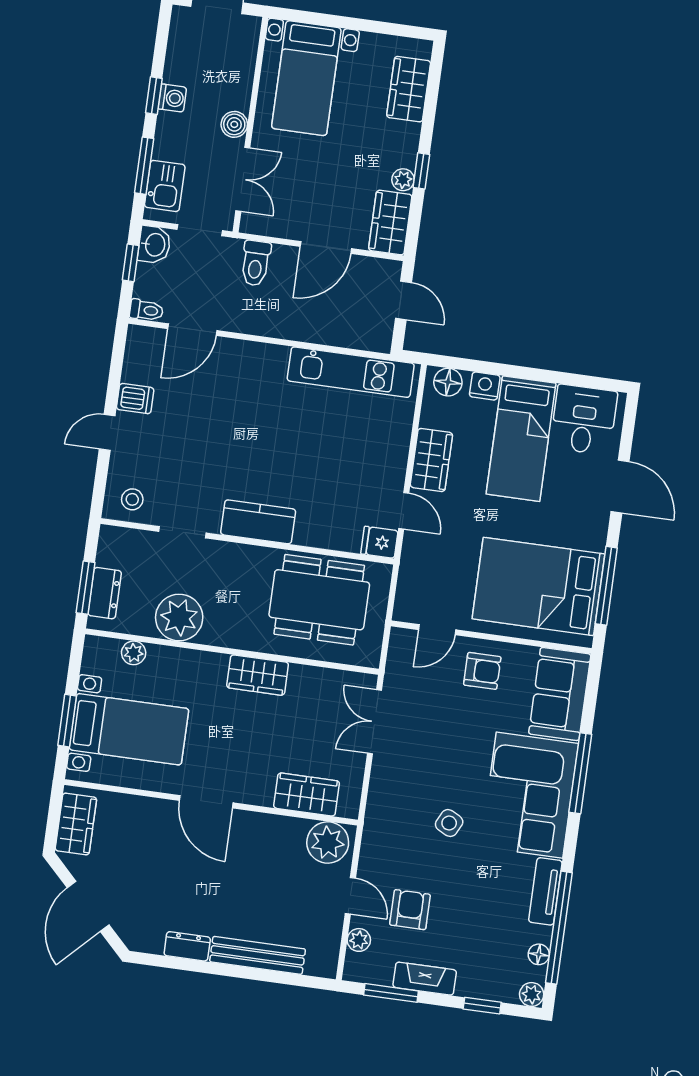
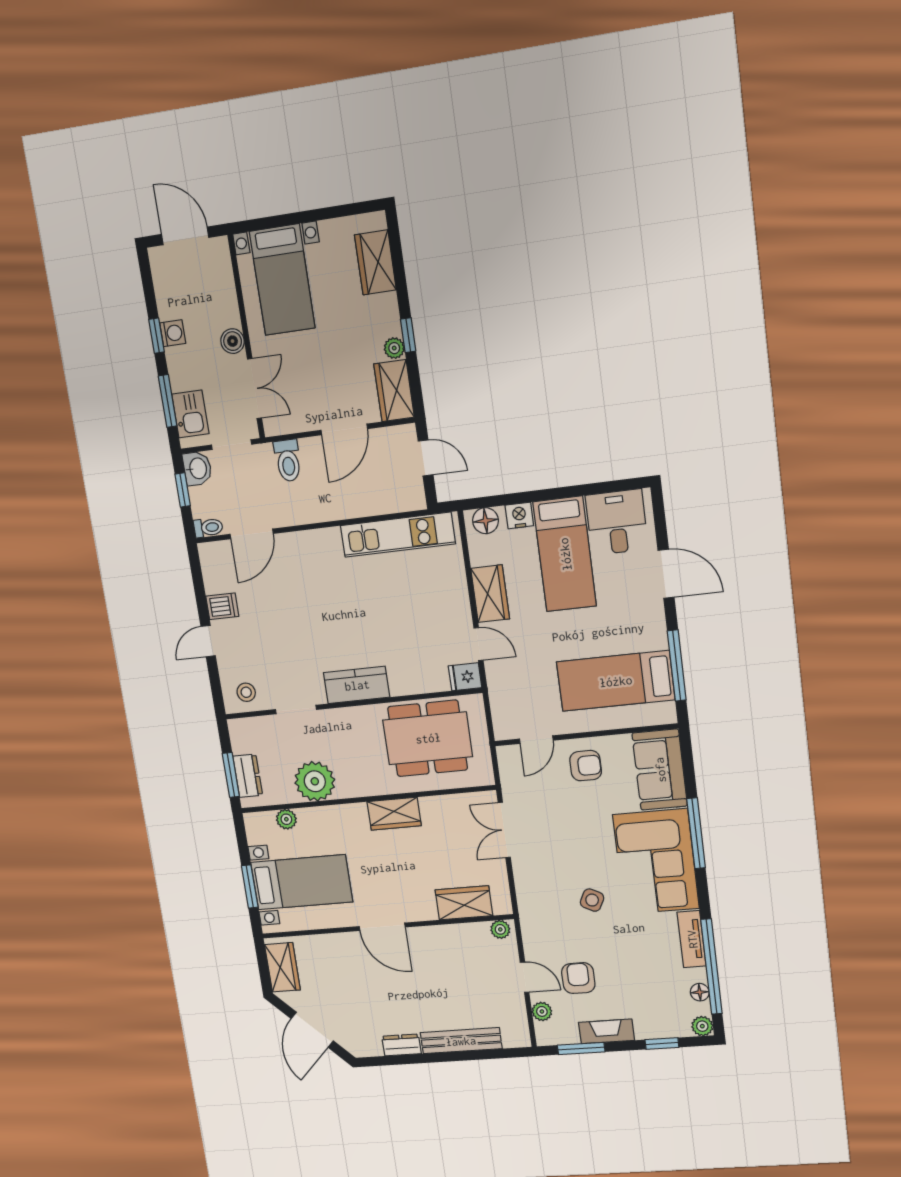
bed: (538, 586) -> (616, 681), width x0.67
plant: (328, 842) -> (500, 929), width x0.53, depth x0.53

